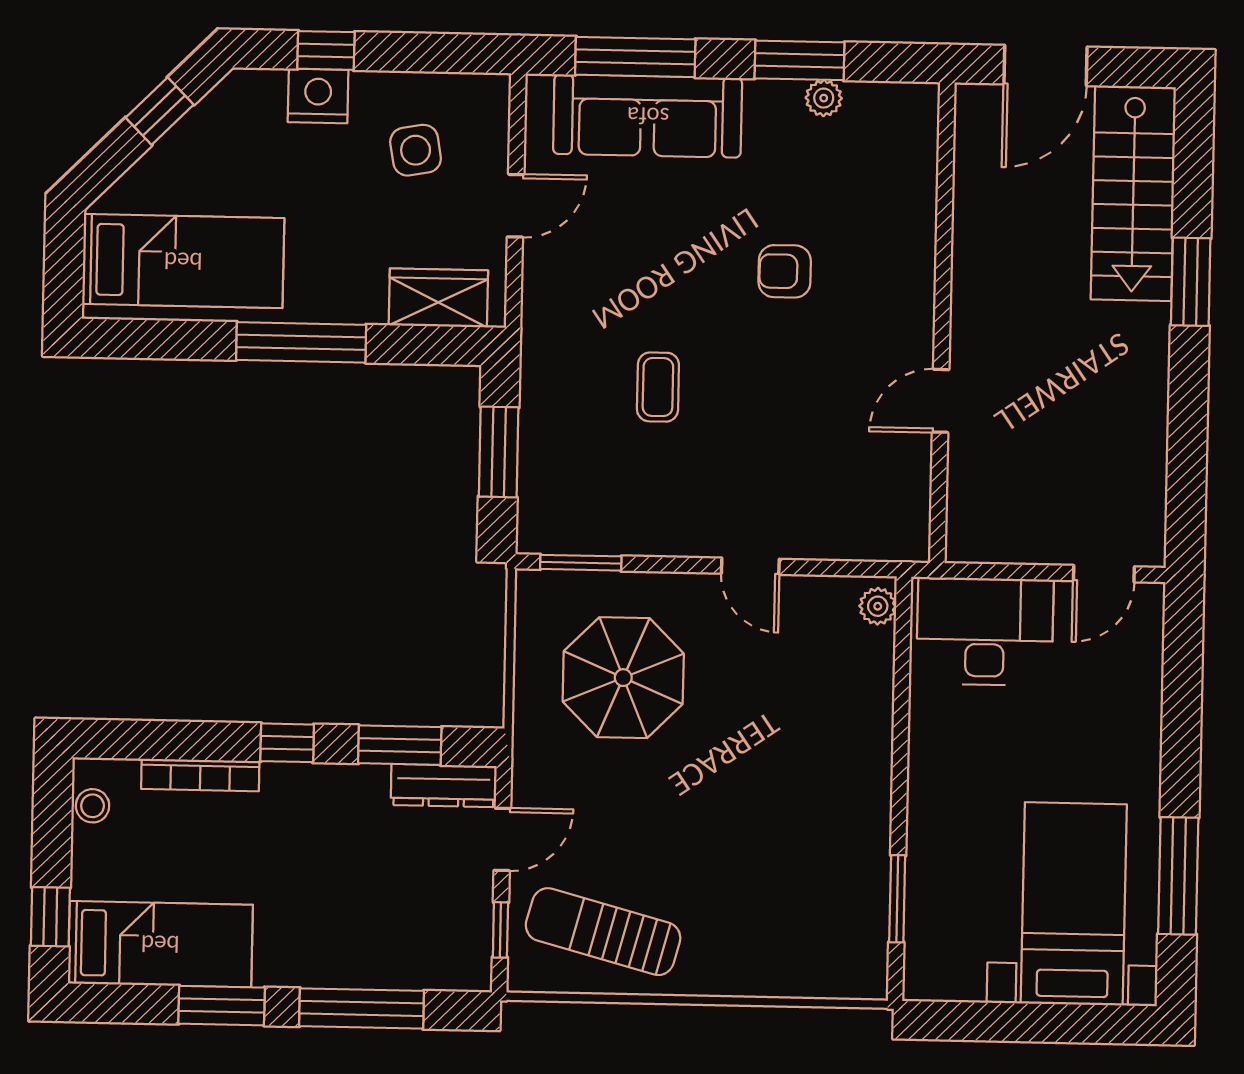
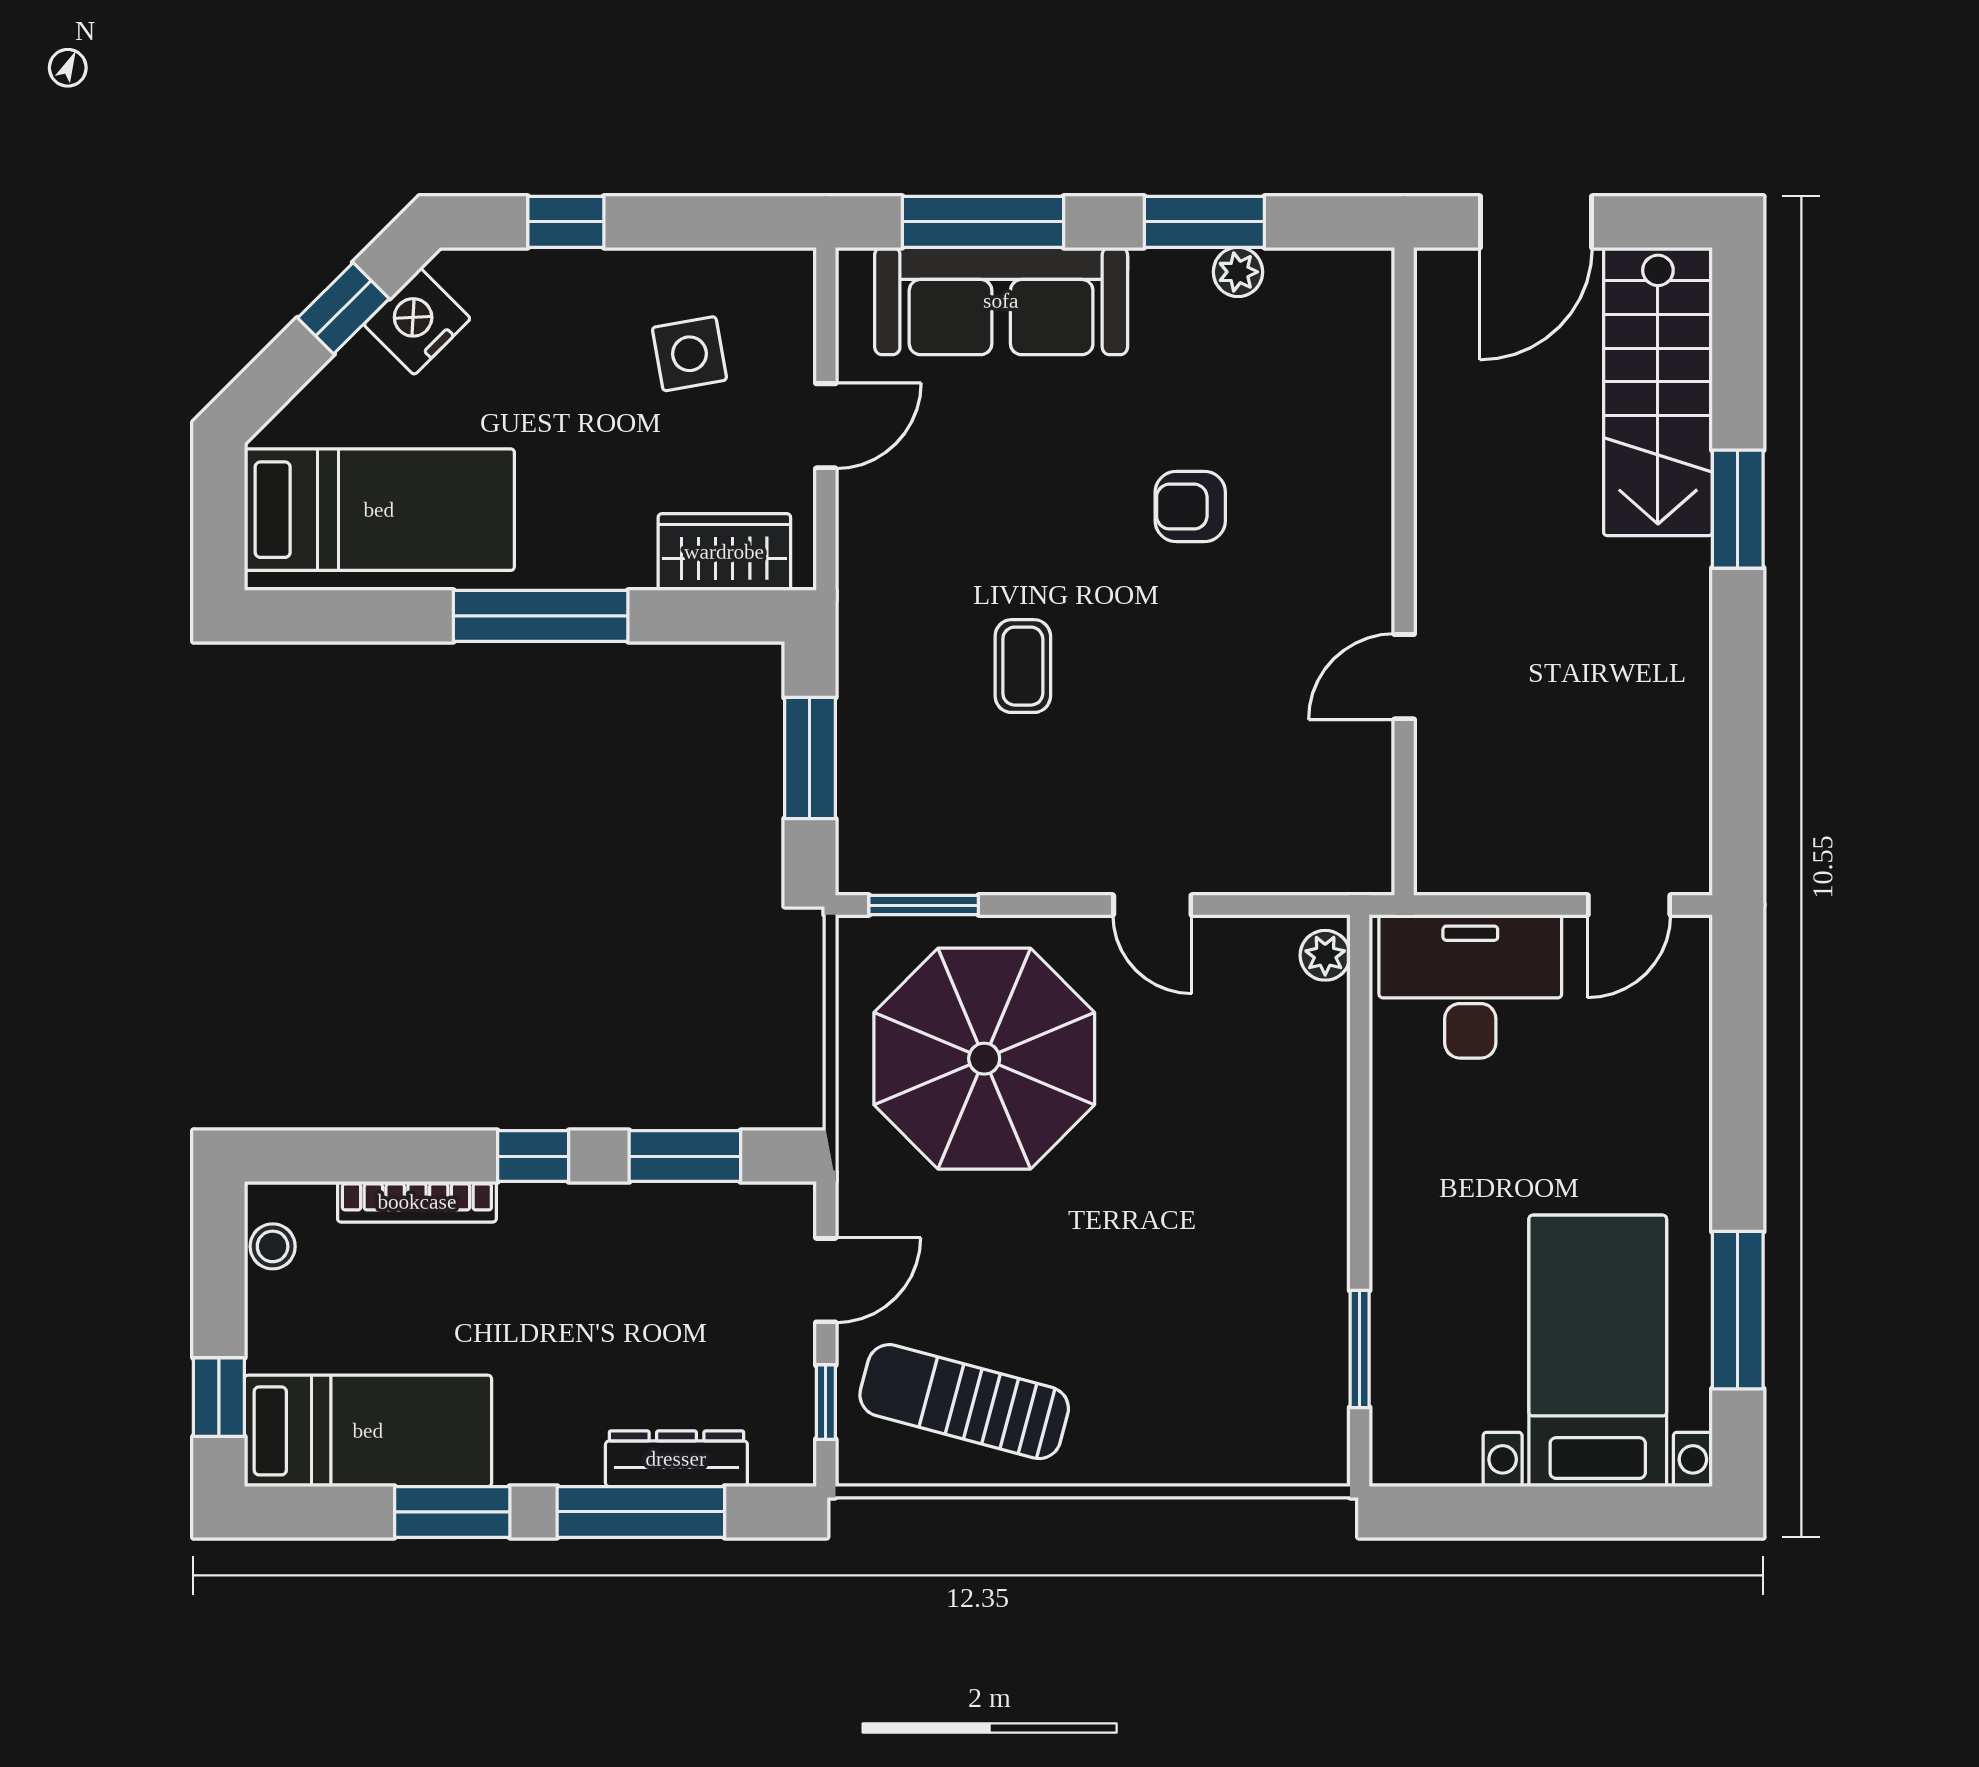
nightstand: (318, 96) -> (417, 322), moved, turned -45
parasol: (623, 678) -> (984, 1059), width x1.36, depth x1.36
dresser: (444, 786) -> (676, 1459), moved, turned 180

